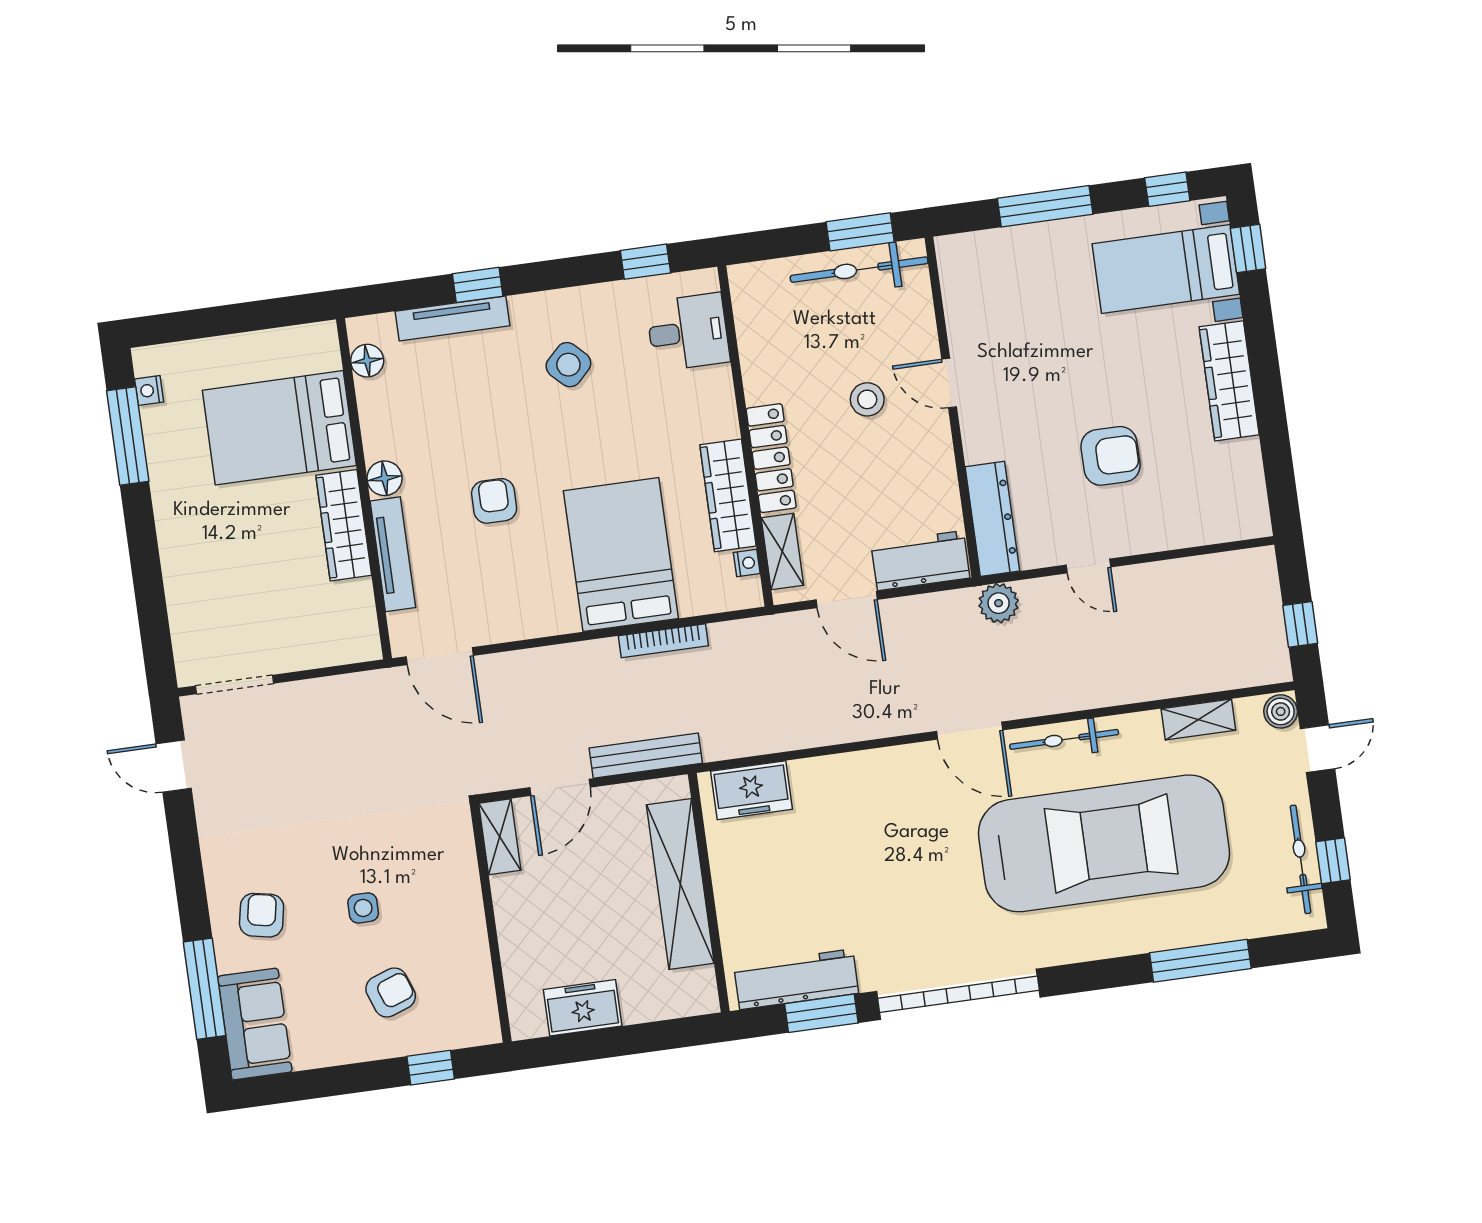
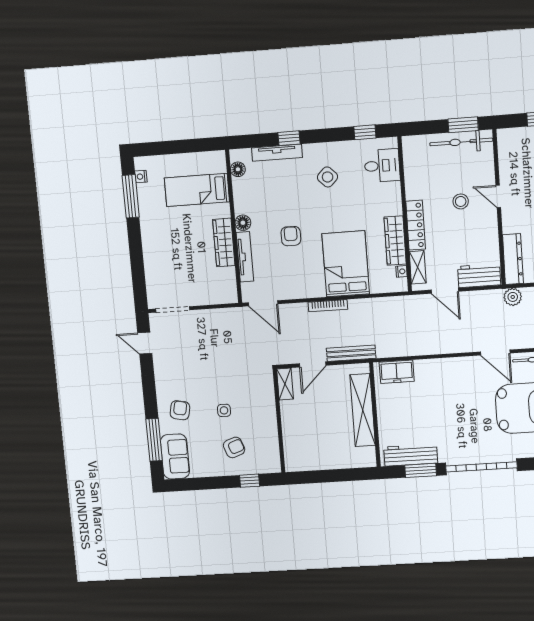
bed: (279, 428) -> (197, 190), width x0.67
bookcase: (663, 641) -> (328, 306), moved
freezer: (583, 1008) -> (317, 460), removed

